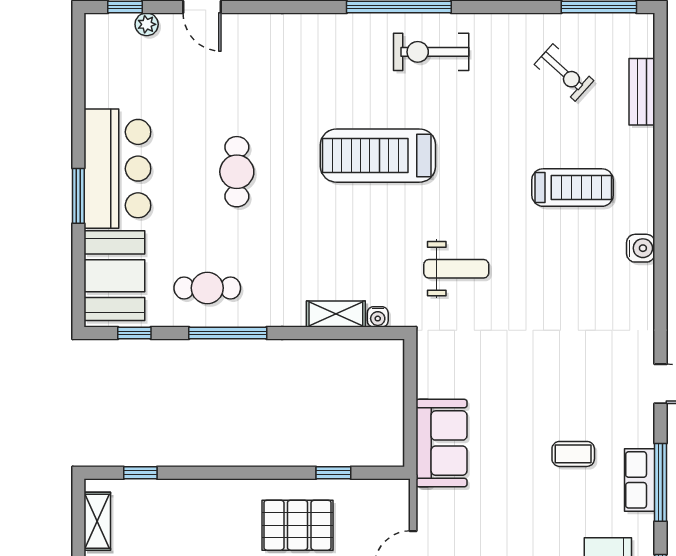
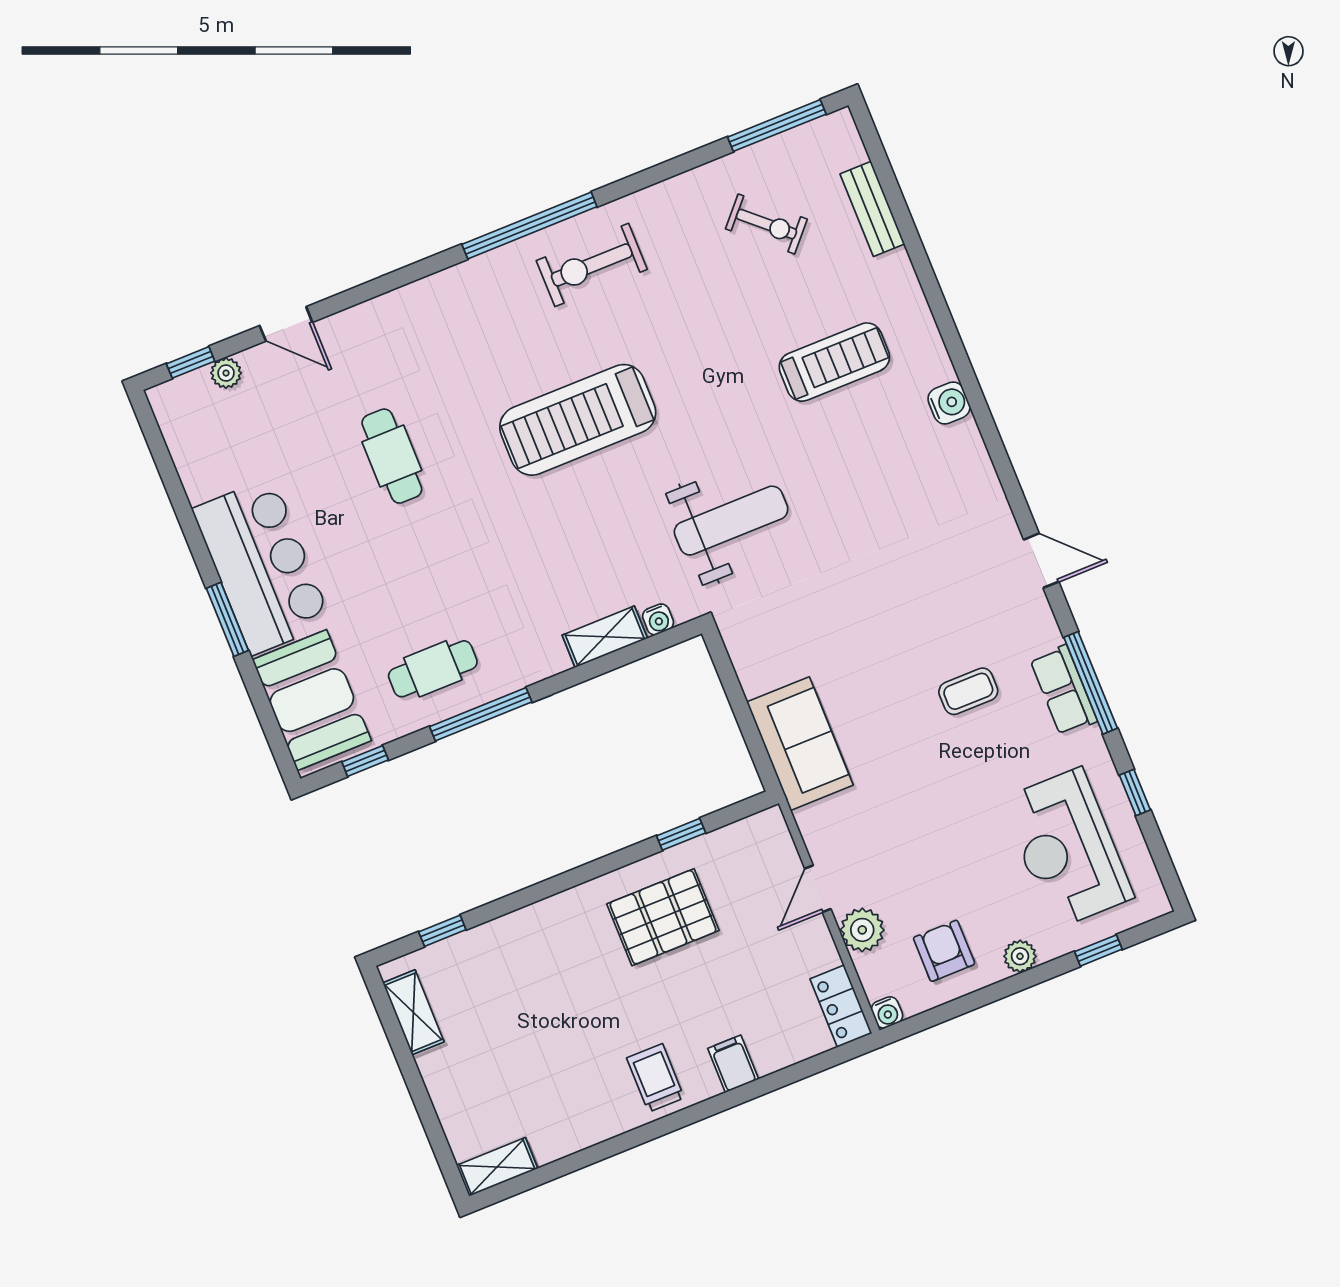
cafe table: (237, 172) -> (392, 456), moved
weight bench: (456, 269) -> (731, 521), width x1.36, depth x1.33

